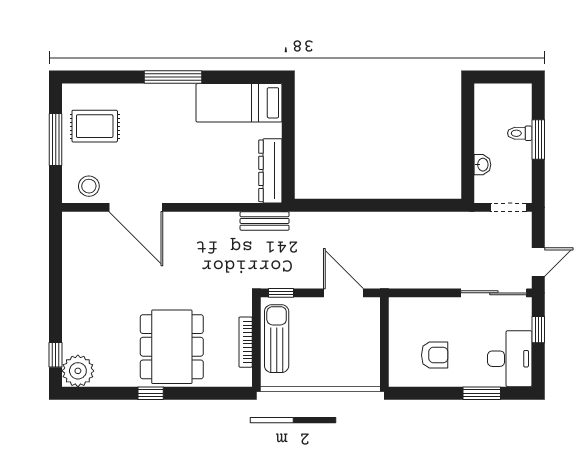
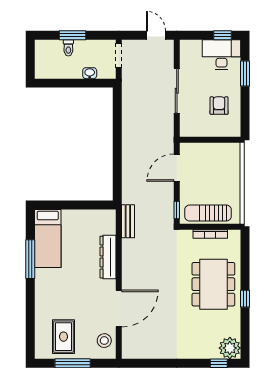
window: (173, 77) -> (30, 259), moved
dresser: (270, 171) -> (108, 257), moved, turned 90
sliding door: (494, 293) -> (177, 91), moved
window: (538, 330) -> (223, 35), moved
dining table: (172, 347) -> (213, 284), turned 90

